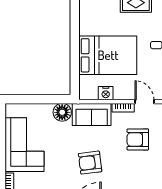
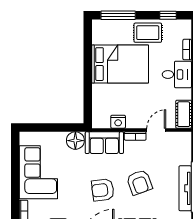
bed: (108, 55) -> (120, 64), moved
door: (145, 102) -> (156, 130), hinge flipped
armchair: (138, 139) -> (139, 182), moved, turned -110

